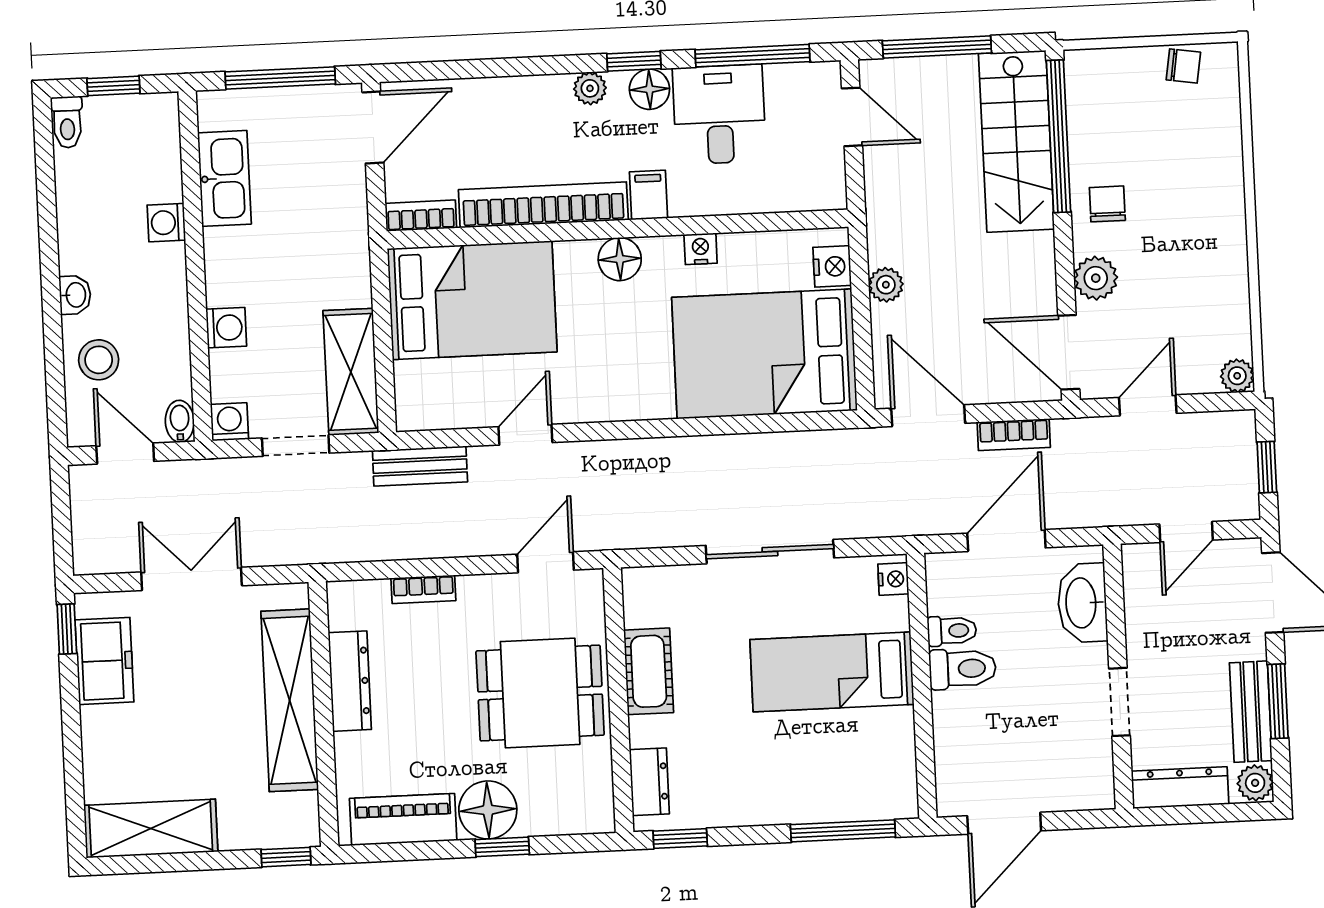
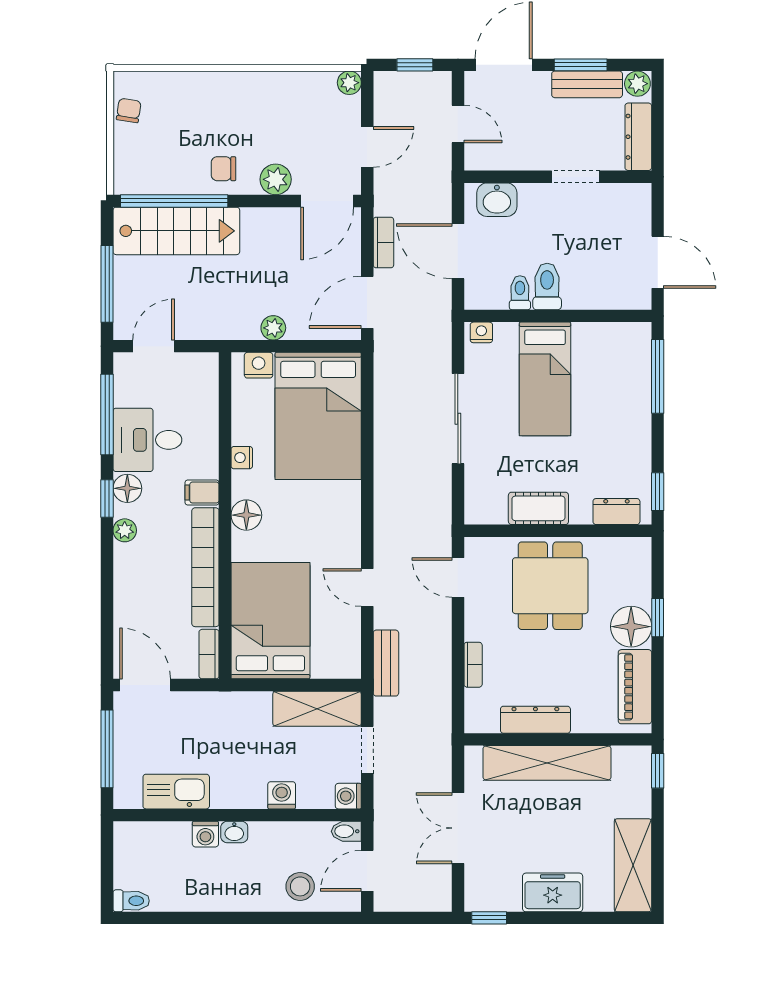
window: (113, 86) -> (107, 867), removed
washbasin: (75, 295) -> (234, 832), moved, turned 180
door: (1148, 405) -> (367, 147), swing flipped
washbasin: (1082, 603) -> (497, 200), width x0.72
freezer: (104, 661) -> (553, 892), moved

